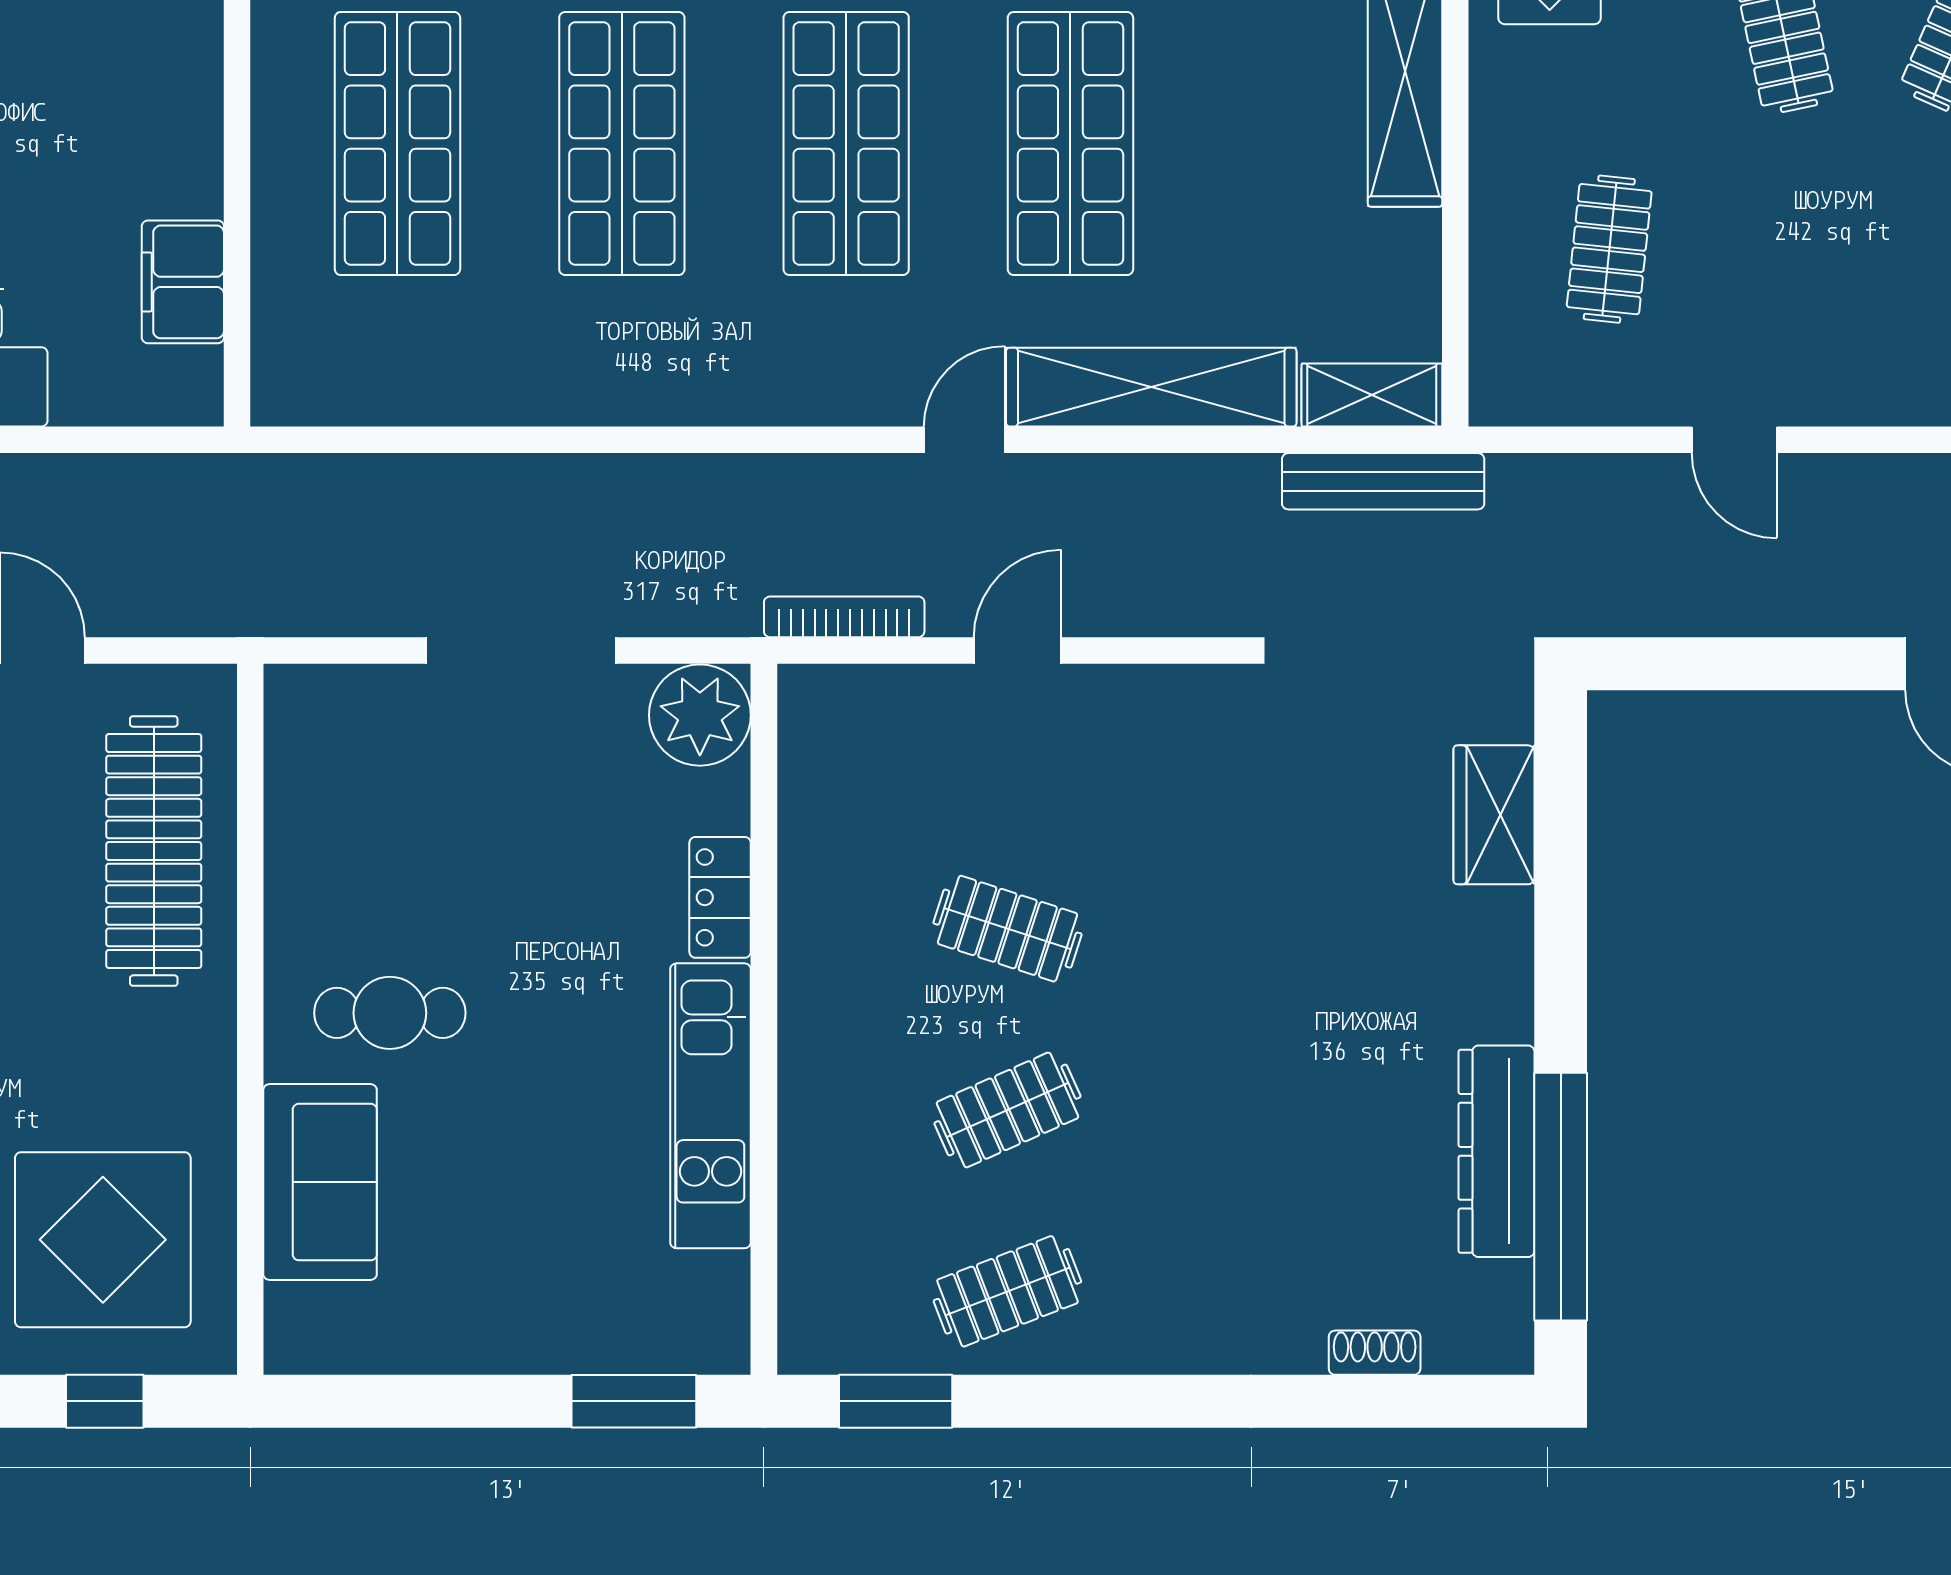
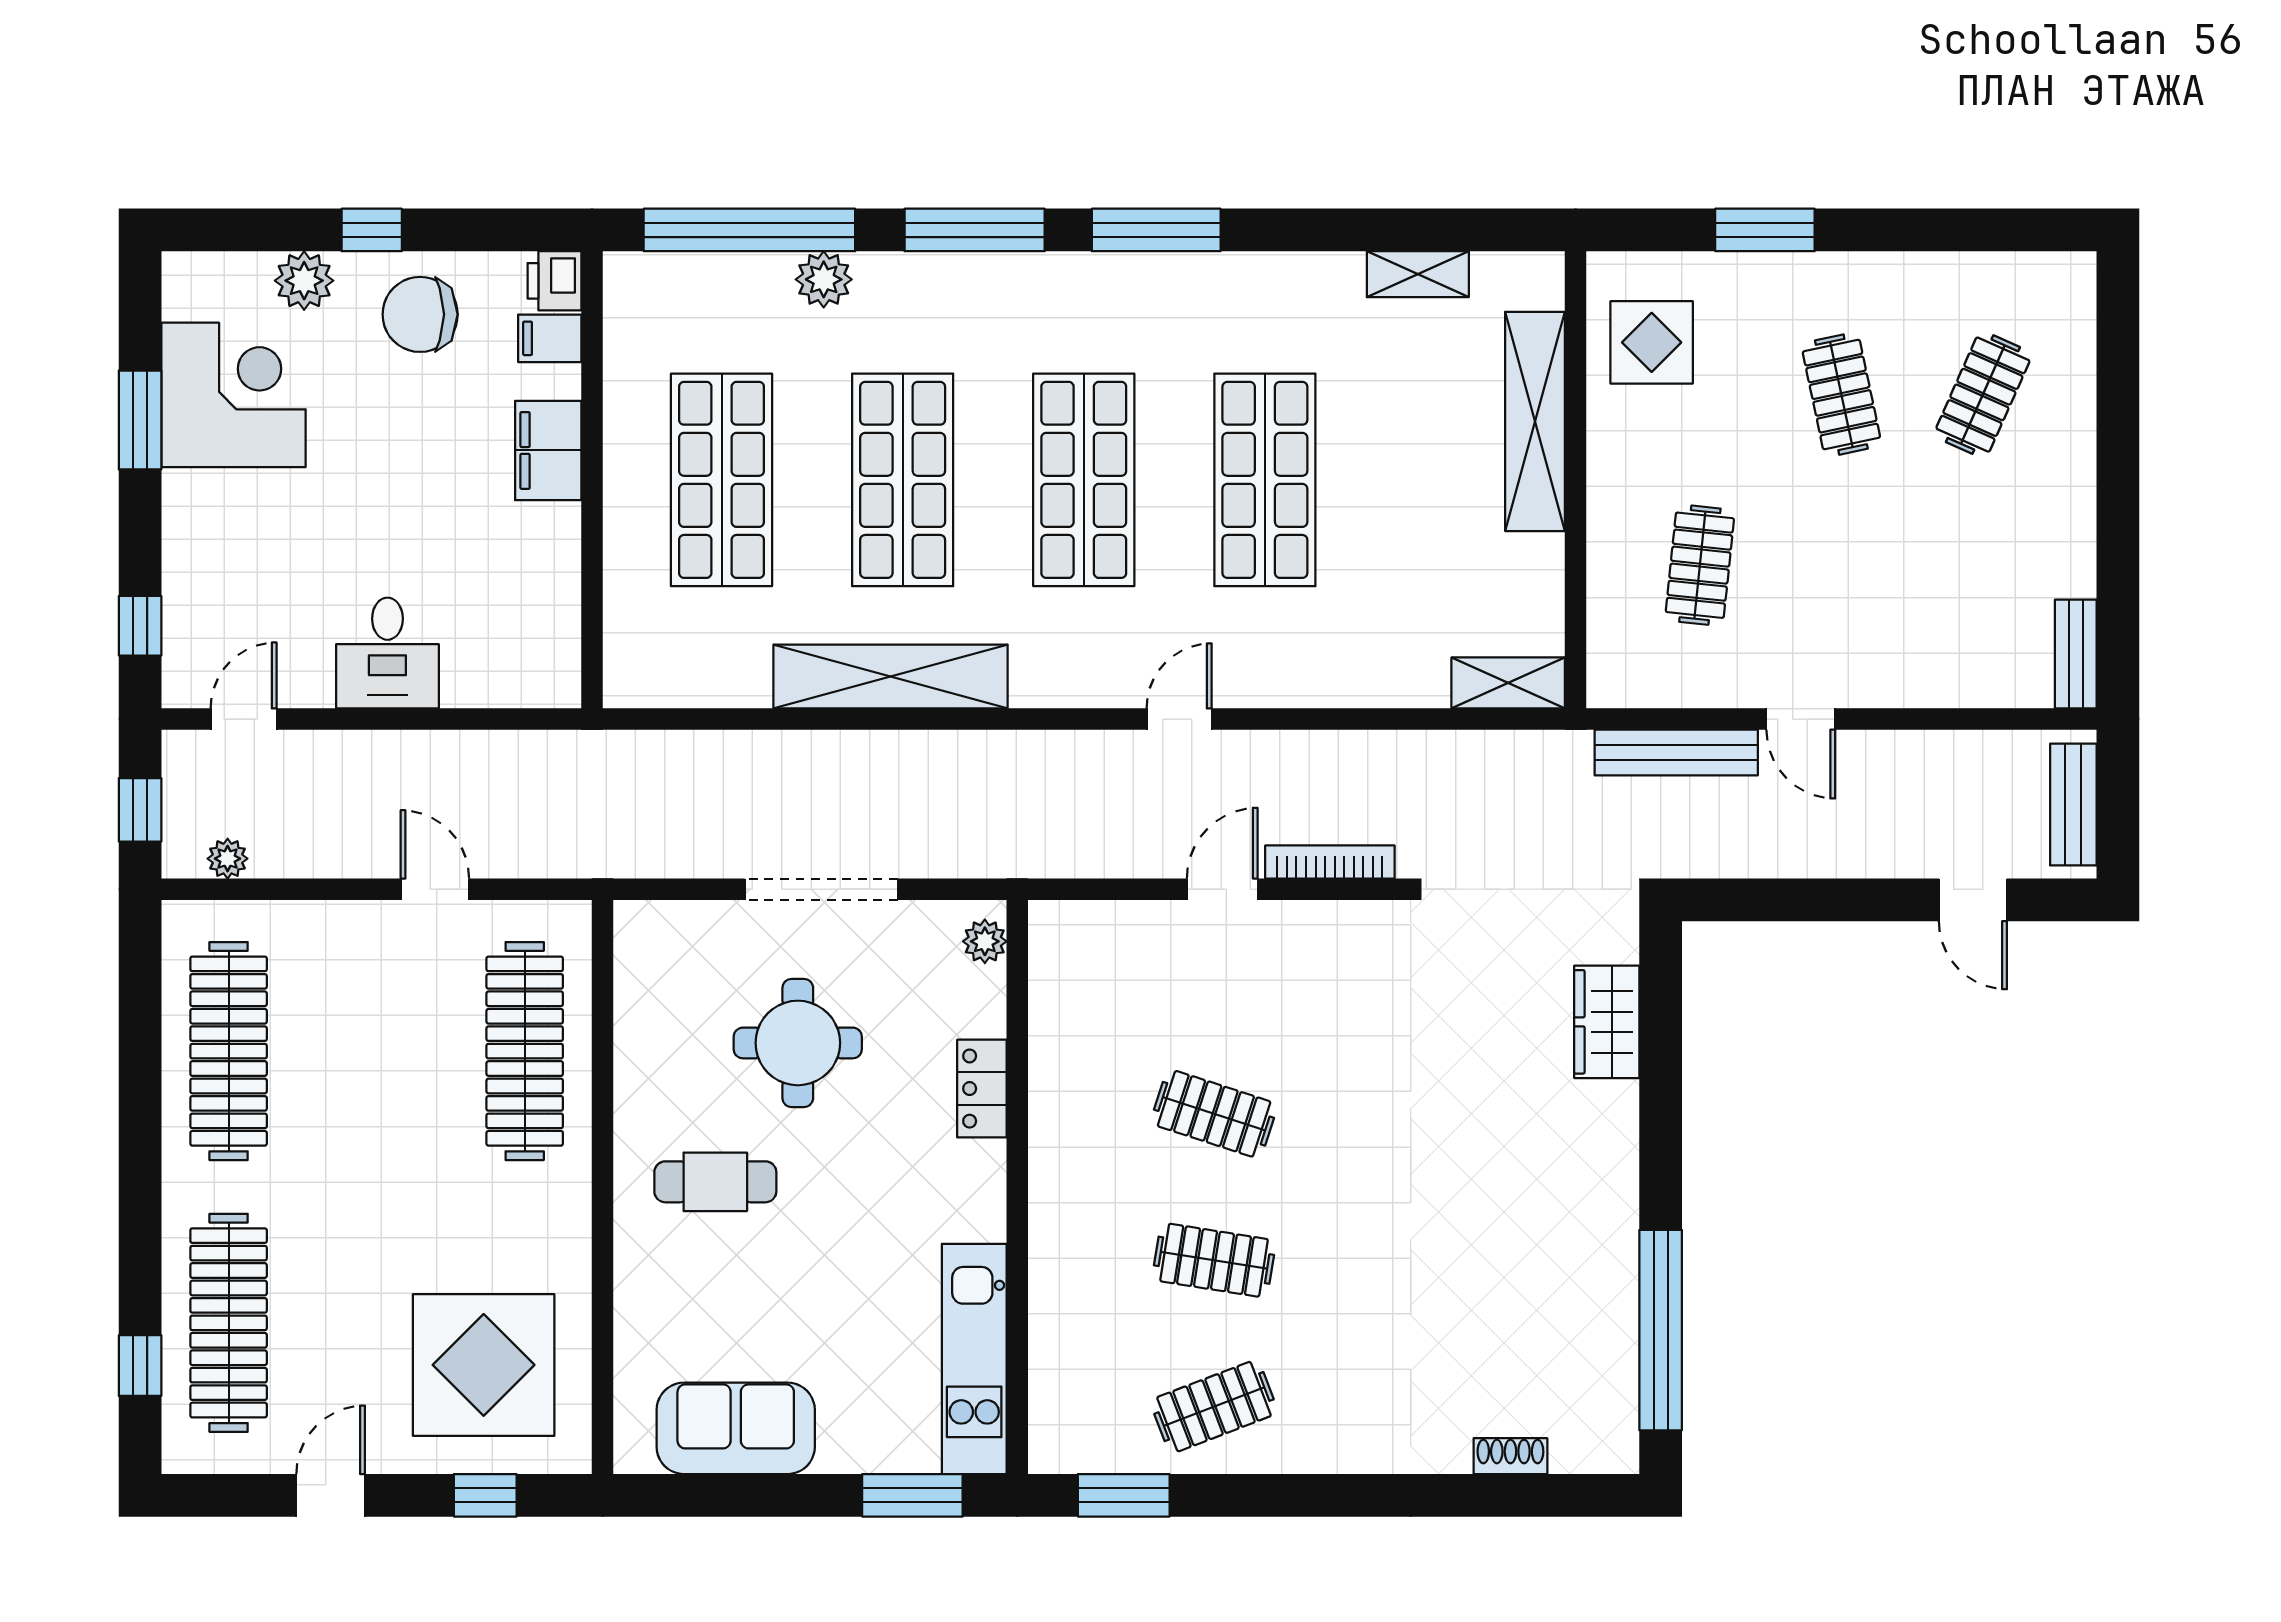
filing cabinet: (183, 282) -> (548, 450), moved
shelving: (1151, 387) -> (891, 677), moved
bench: (1383, 481) -> (1676, 753), moved
bookcase: (844, 617) -> (1330, 862), moved
plant: (700, 715) -> (985, 941), width x0.53, depth x0.53
round table: (492, 841) -> (798, 1043), added
kitchen unit: (710, 1106) -> (974, 1359), moved
clothes rail: (1007, 1110) -> (1214, 1260), turned 33
dresser: (1497, 1151) -> (1609, 1294), removed
sofa: (320, 1182) -> (736, 1428), moved, turned -90

